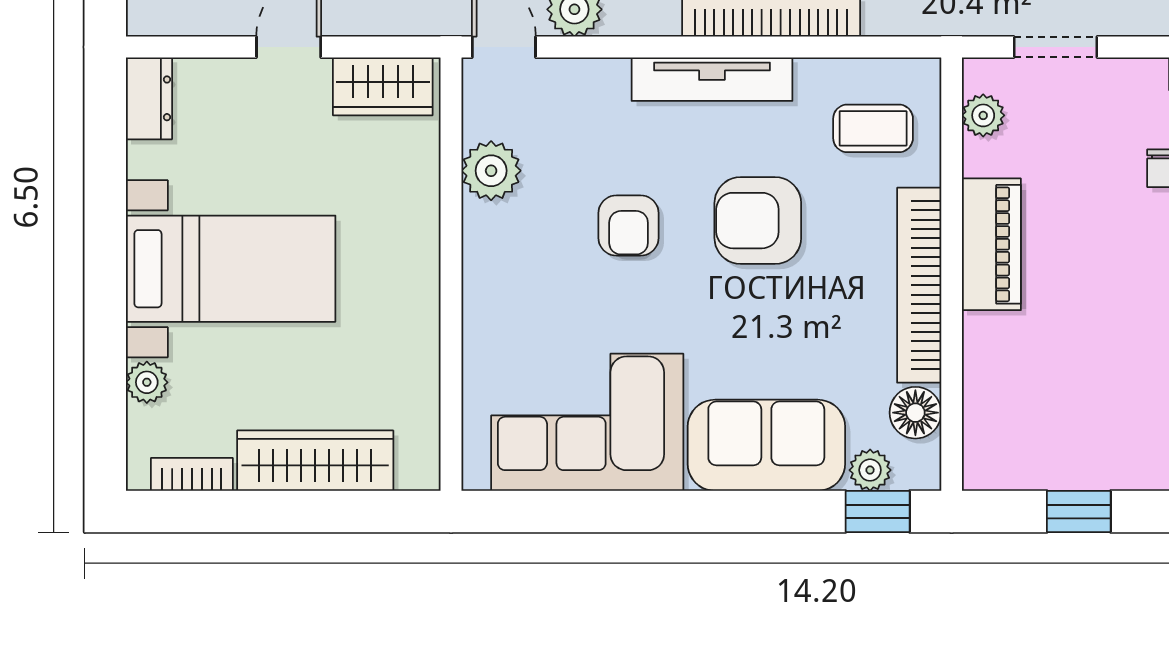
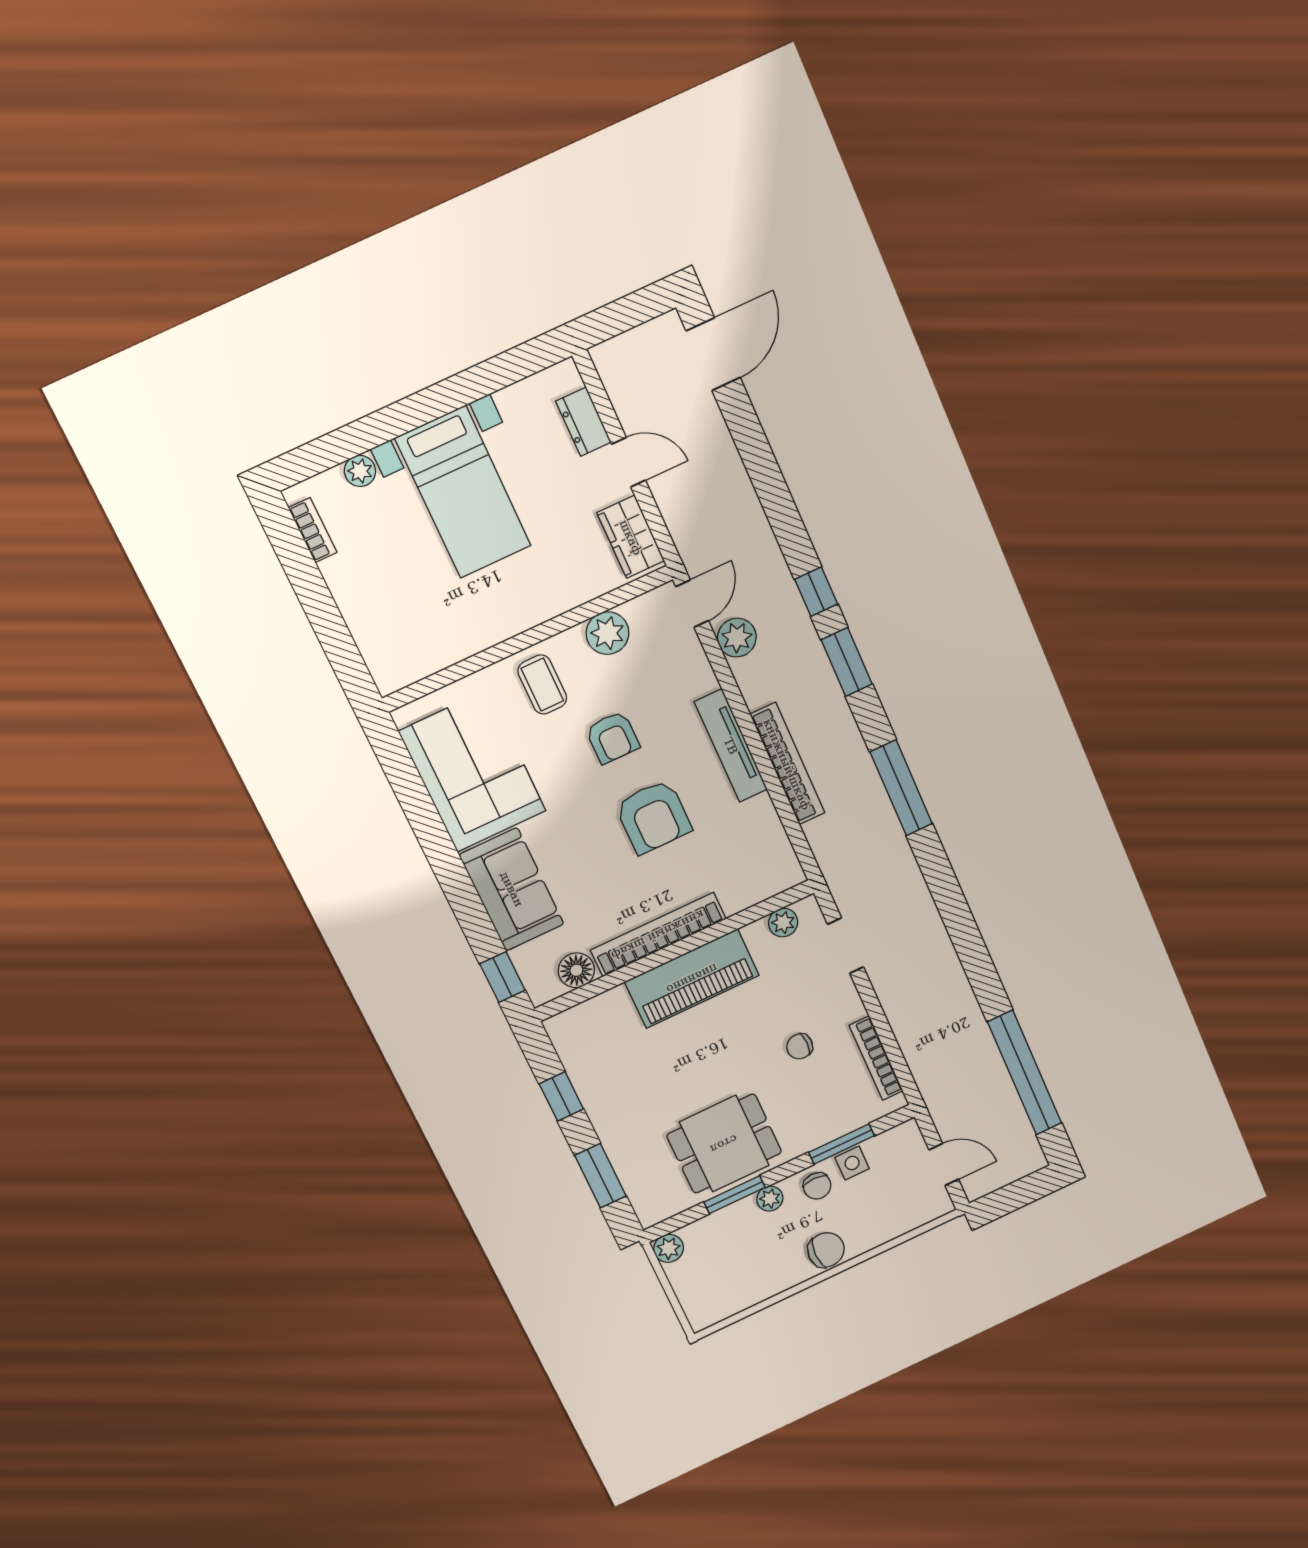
dresser: (149, 98) -> (583, 422), moved, turned 90
coffee table: (873, 128) -> (542, 685), moved
armchair: (758, 221) -> (653, 817), turned 180
armchair: (629, 225) -> (613, 737), turned -90
piano: (991, 244) -> (692, 979), width x1.37, depth x1.33
wardrobe: (315, 461) -> (362, 608), removed
plant: (870, 470) -> (527, 960), removed

